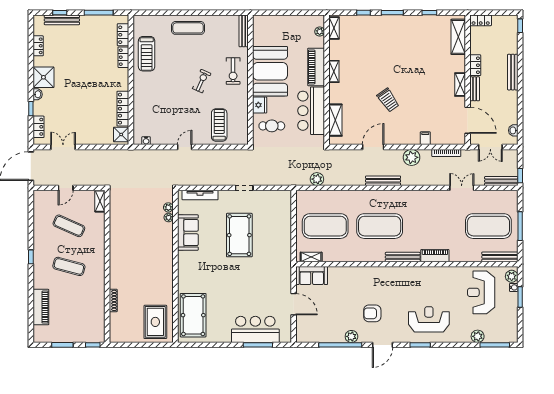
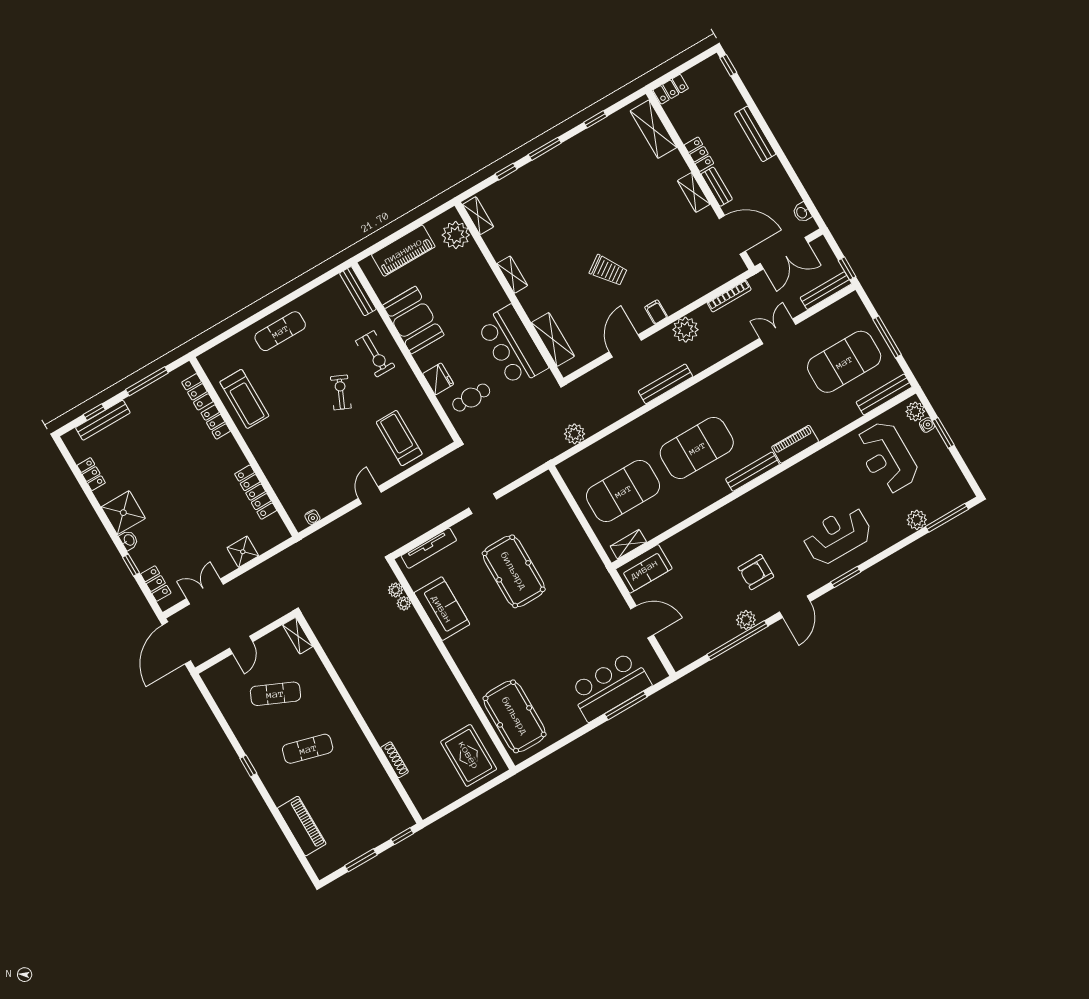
plant: (320, 32) -> (456, 235), width x1.87, depth x1.87
piano: (316, 67) -> (403, 251), moved, turned -90
booth: (270, 71) -> (413, 320), width x0.73, depth x0.70
shower: (121, 135) -> (243, 552), moved
filing cabinet: (425, 138) -> (656, 312), moved
double door: (490, 147) -> (784, 253), width x1.37

